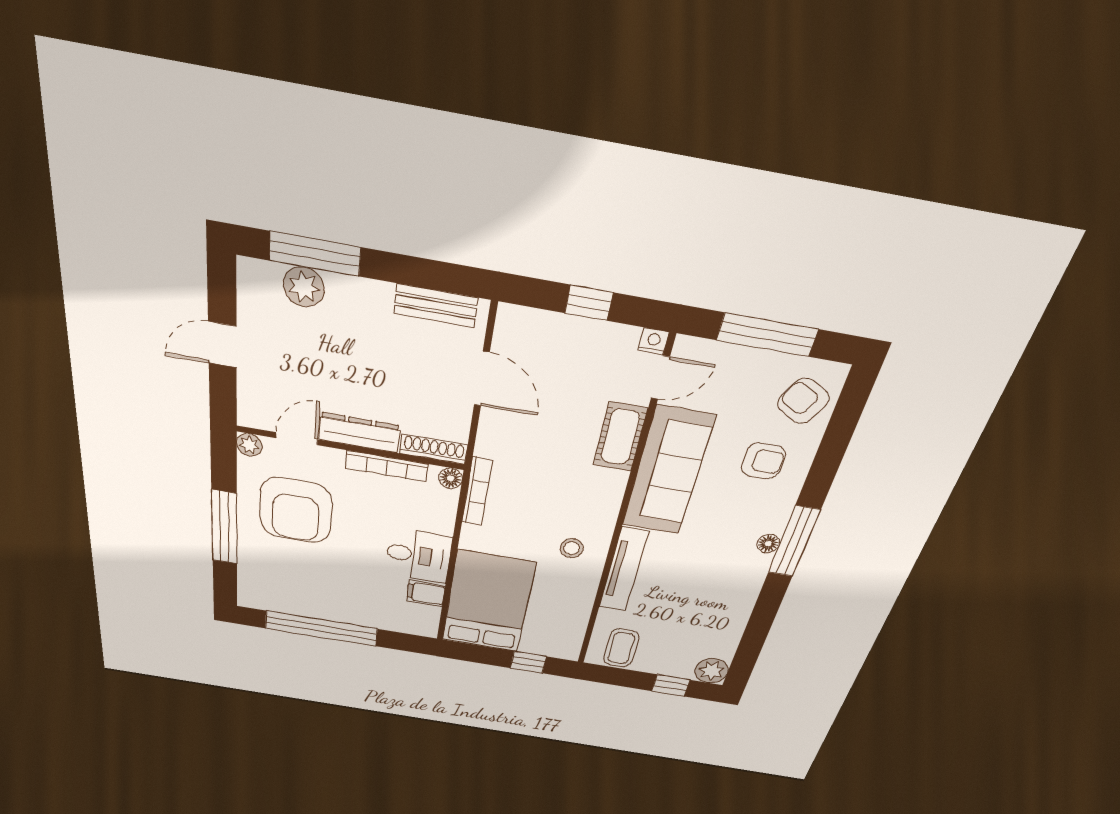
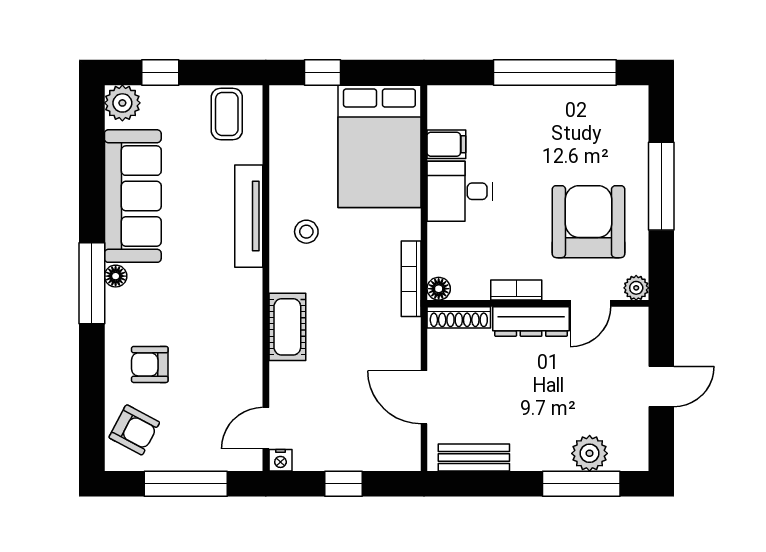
cot: (620, 437) -> (287, 327), moved
bookcase: (387, 466) -> (516, 290), width x0.64
sofa: (668, 472) -> (133, 196), moved, turned 180

